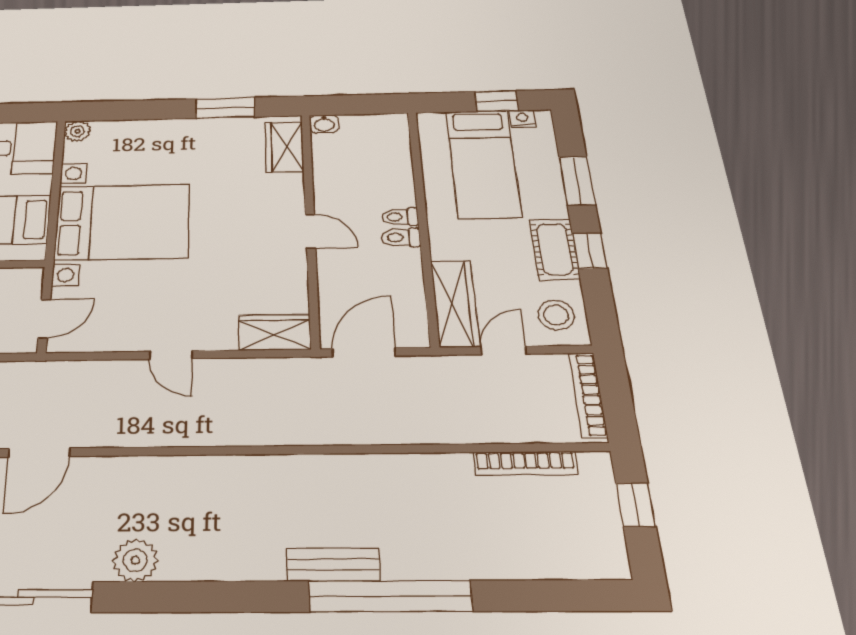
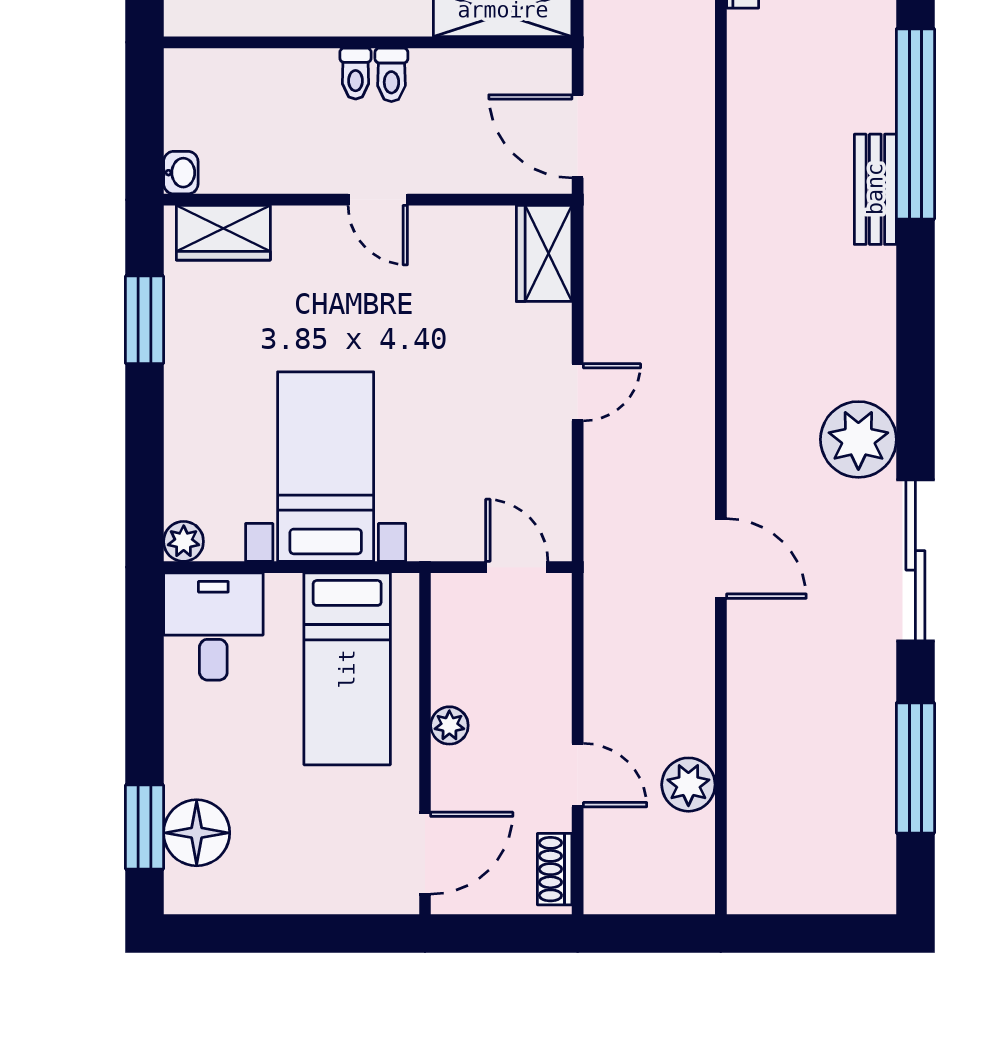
bed with nightstands: (122, 222) -> (326, 467), width x0.73
door: (310, 231) -> (378, 200), swing flipped
plant: (135, 560) -> (858, 439), width x1.36, depth x1.36

